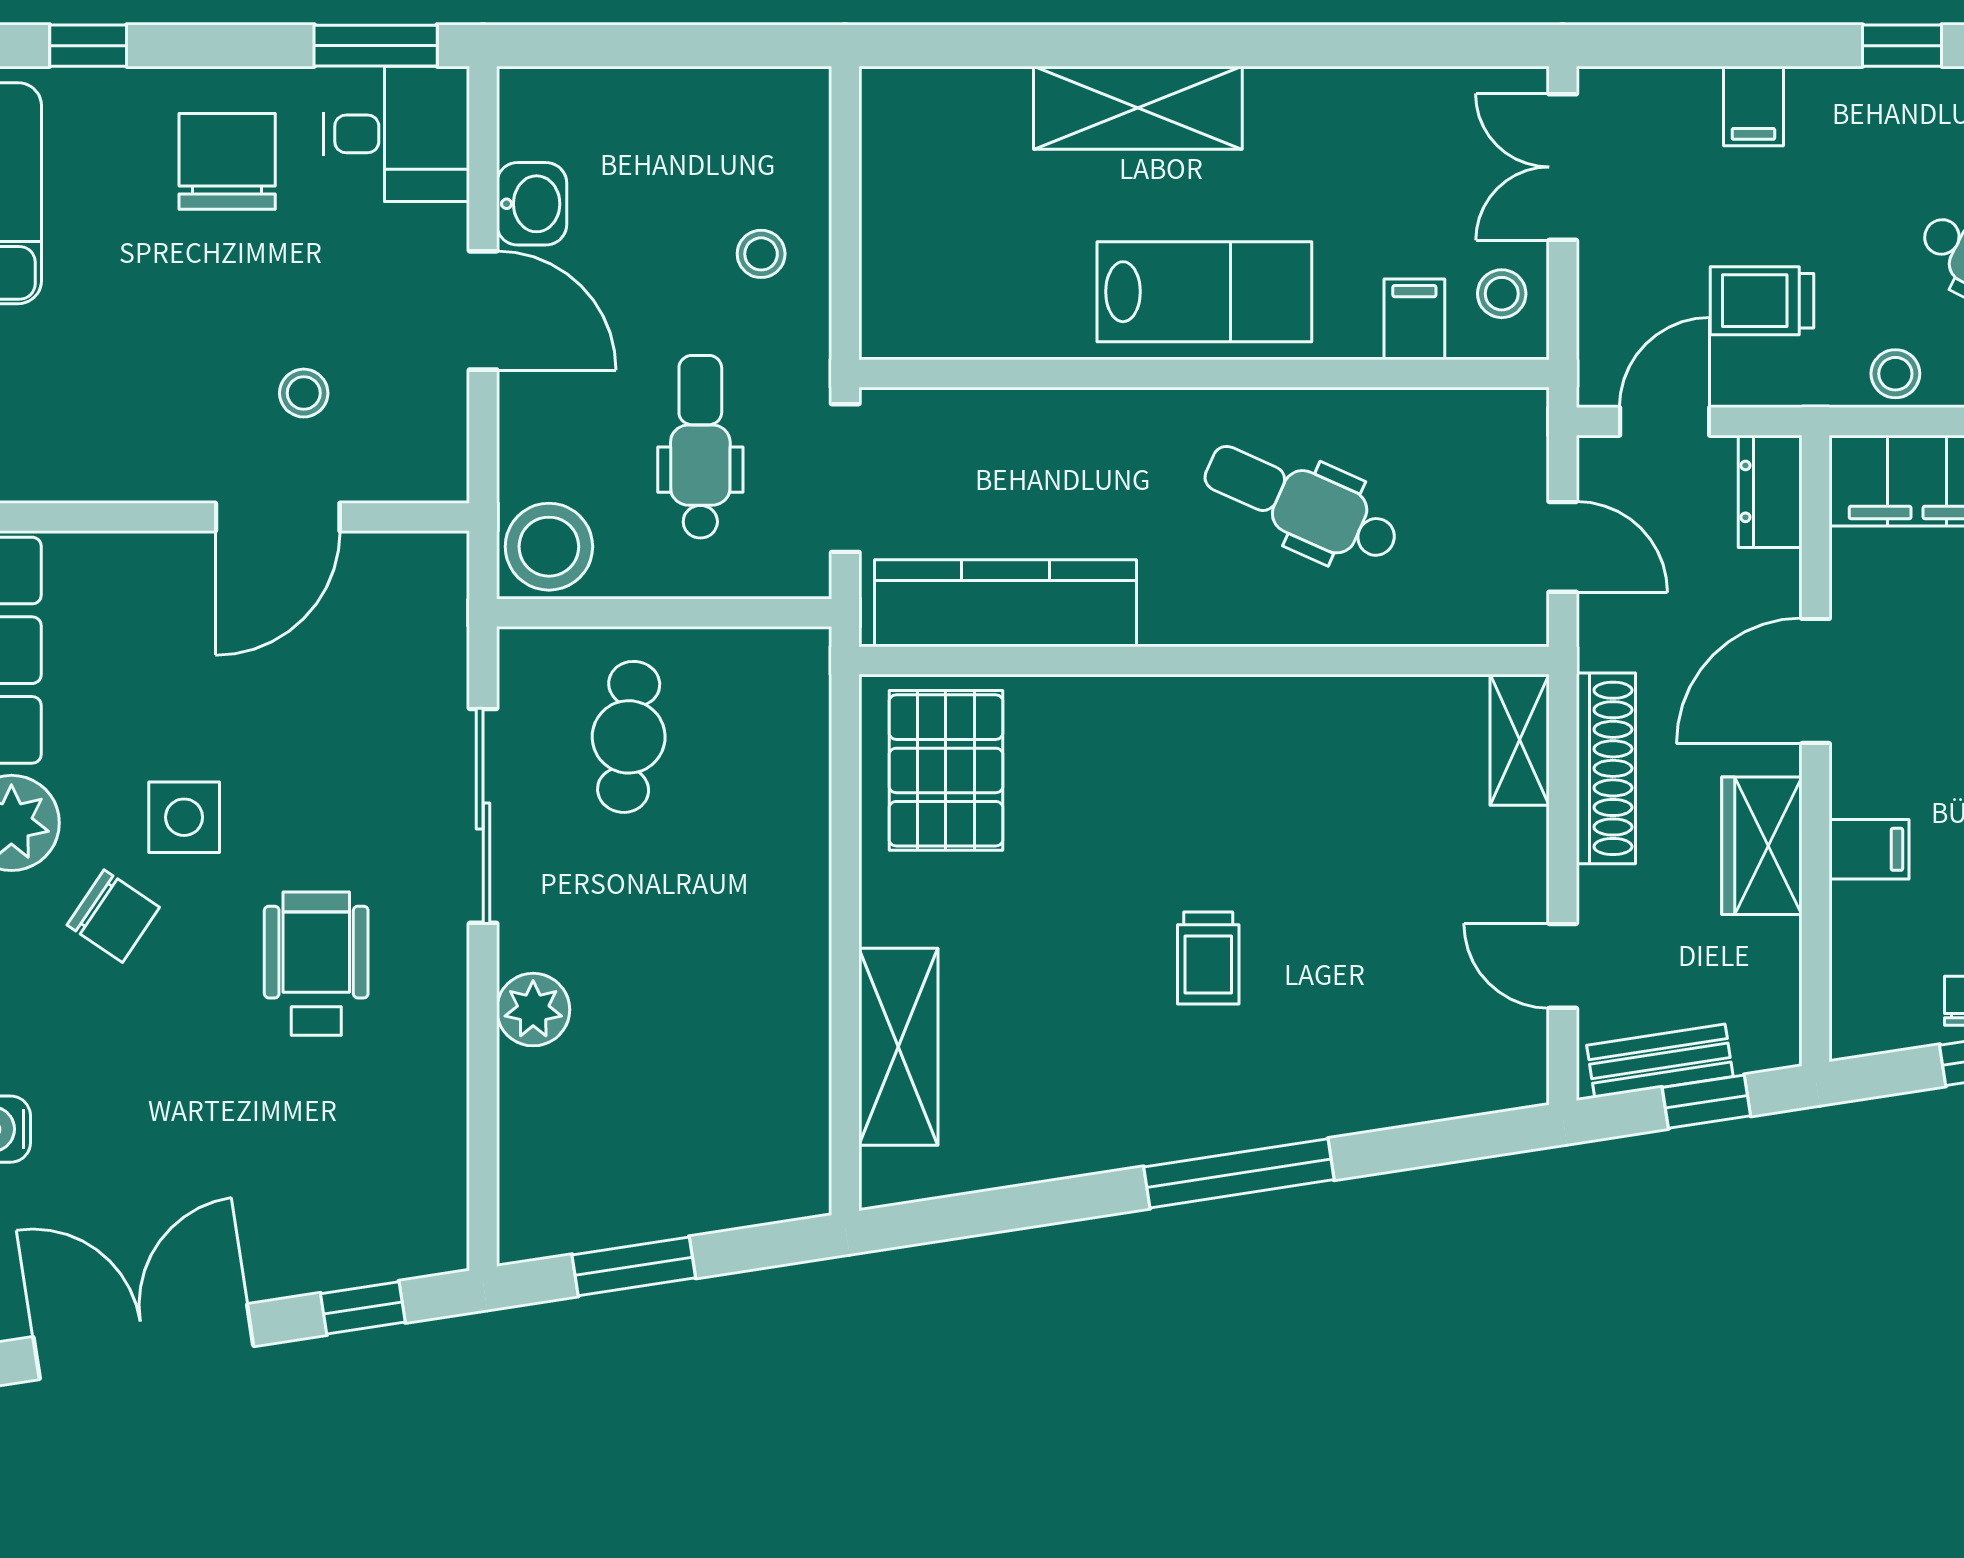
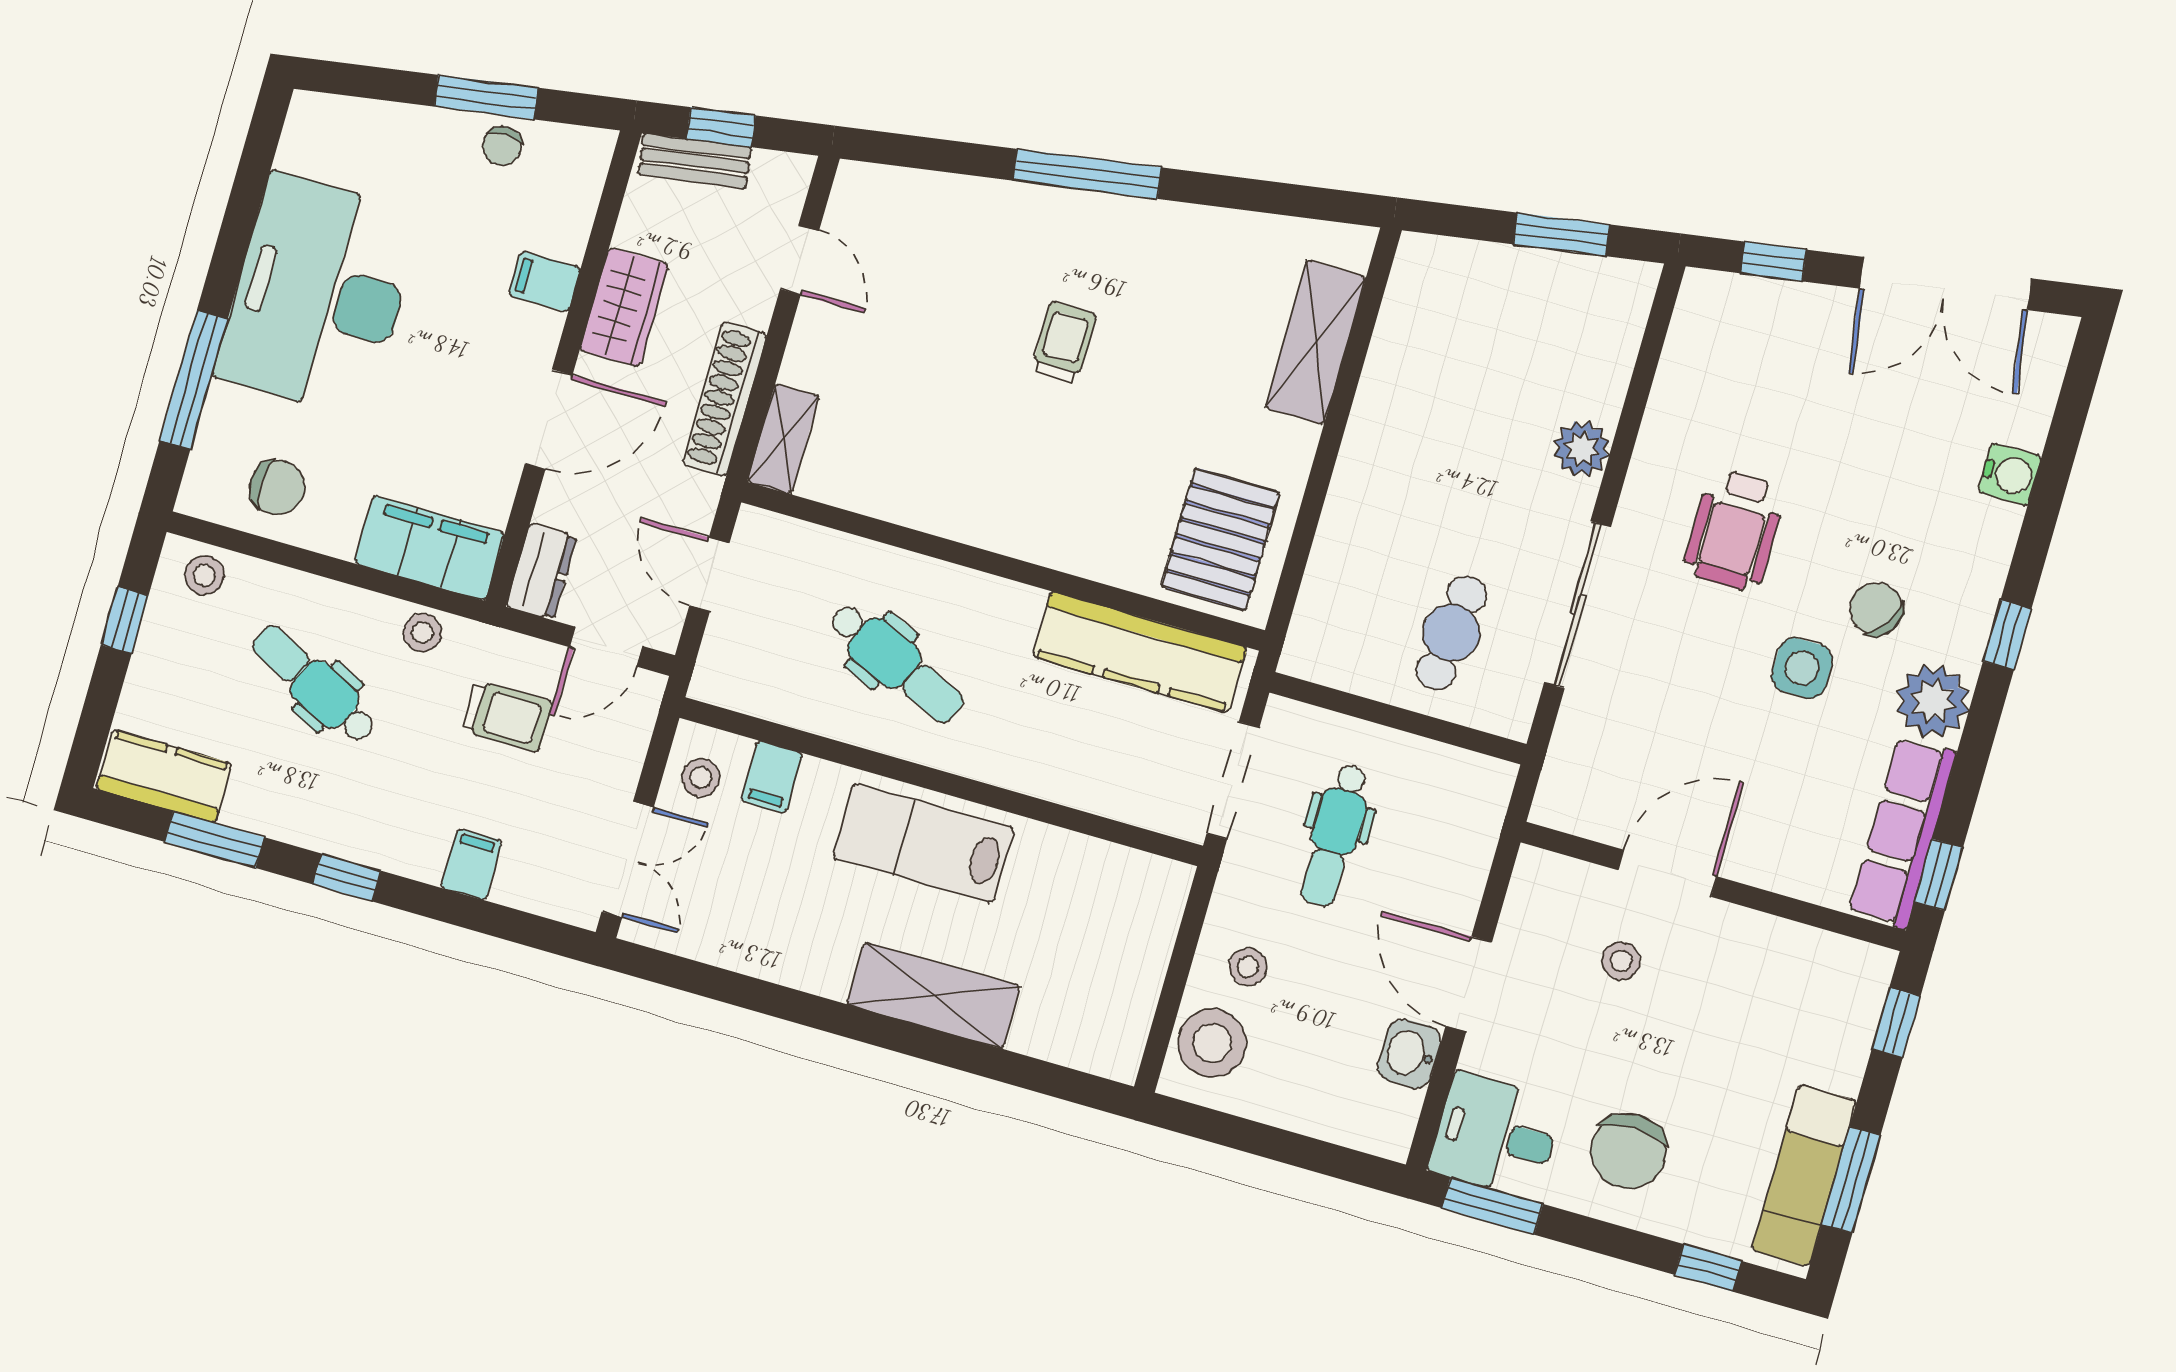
stool: (549, 547) -> (1212, 1043), moved
bench: (1660, 1061) -> (695, 161), moved

